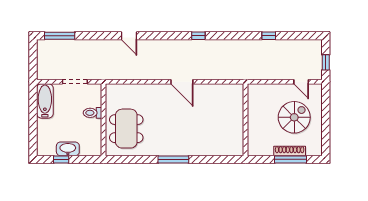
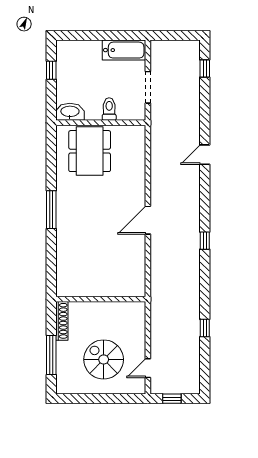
window: (60, 36) -> (205, 68), width x0.46
spiral stairs: (294, 117) -> (104, 359), turned 180
dining table: (126, 129) -> (90, 151), turned 90
washbasin: (68, 149) -> (70, 112), moved, turned -90
shoe rack: (290, 151) -> (62, 321), moved

